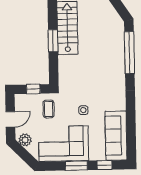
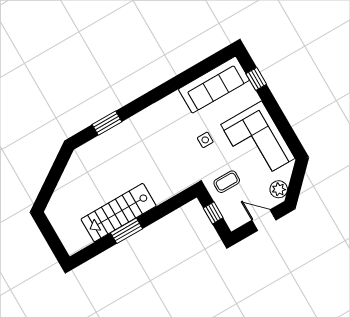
window: (53, 41) -> (127, 231), moved
window: (129, 53) -> (107, 123), width x0.47
window: (76, 166) -> (275, 112), removed

